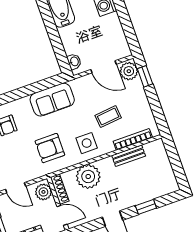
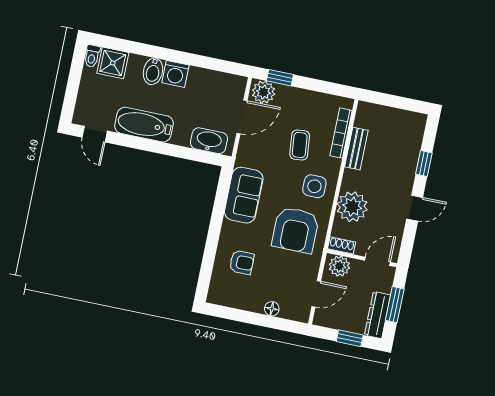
washbasin: (74, 62) -> (209, 141), width x1.91, depth x1.45
armchair: (50, 148) -> (295, 230), width x1.36, depth x1.36
shoe rack: (60, 189) -> (342, 245), width x0.70

